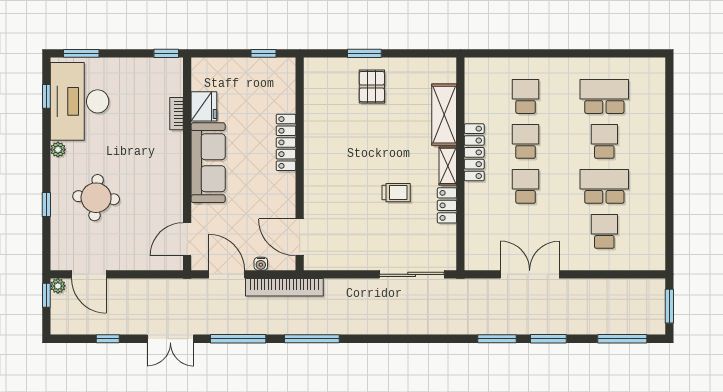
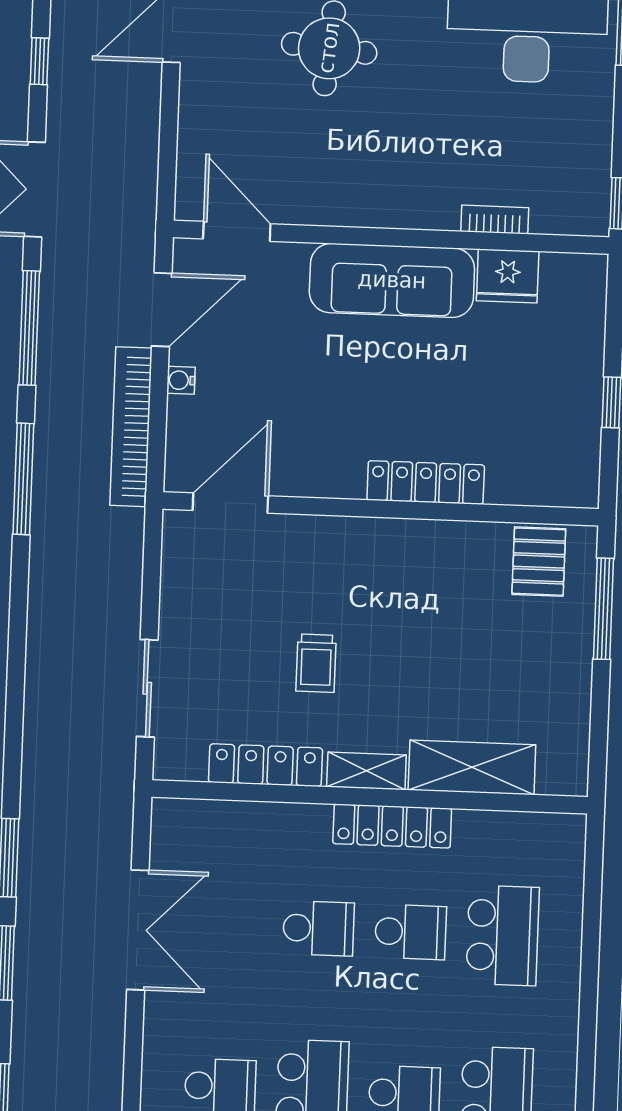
window: (364, 53) -> (603, 609), width x1.44
pallet: (372, 87) -> (539, 562), moved, turned 90
school desk: (526, 96) -> (503, 935), width x1.85
locker: (286, 142) -> (426, 482), moved
wall: (300, 164) -> (381, 509), moved
locker: (447, 205) -> (265, 765), width x1.53
door: (300, 237) -> (230, 503), moved
sliding door: (412, 274) -> (147, 688), width x0.73

